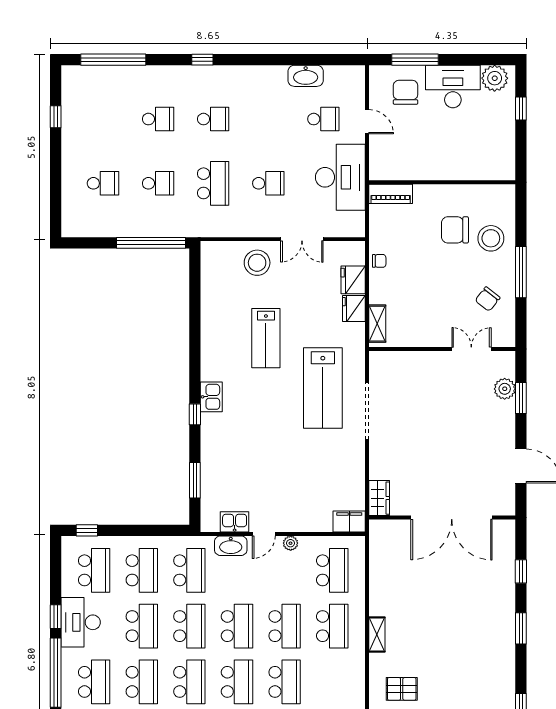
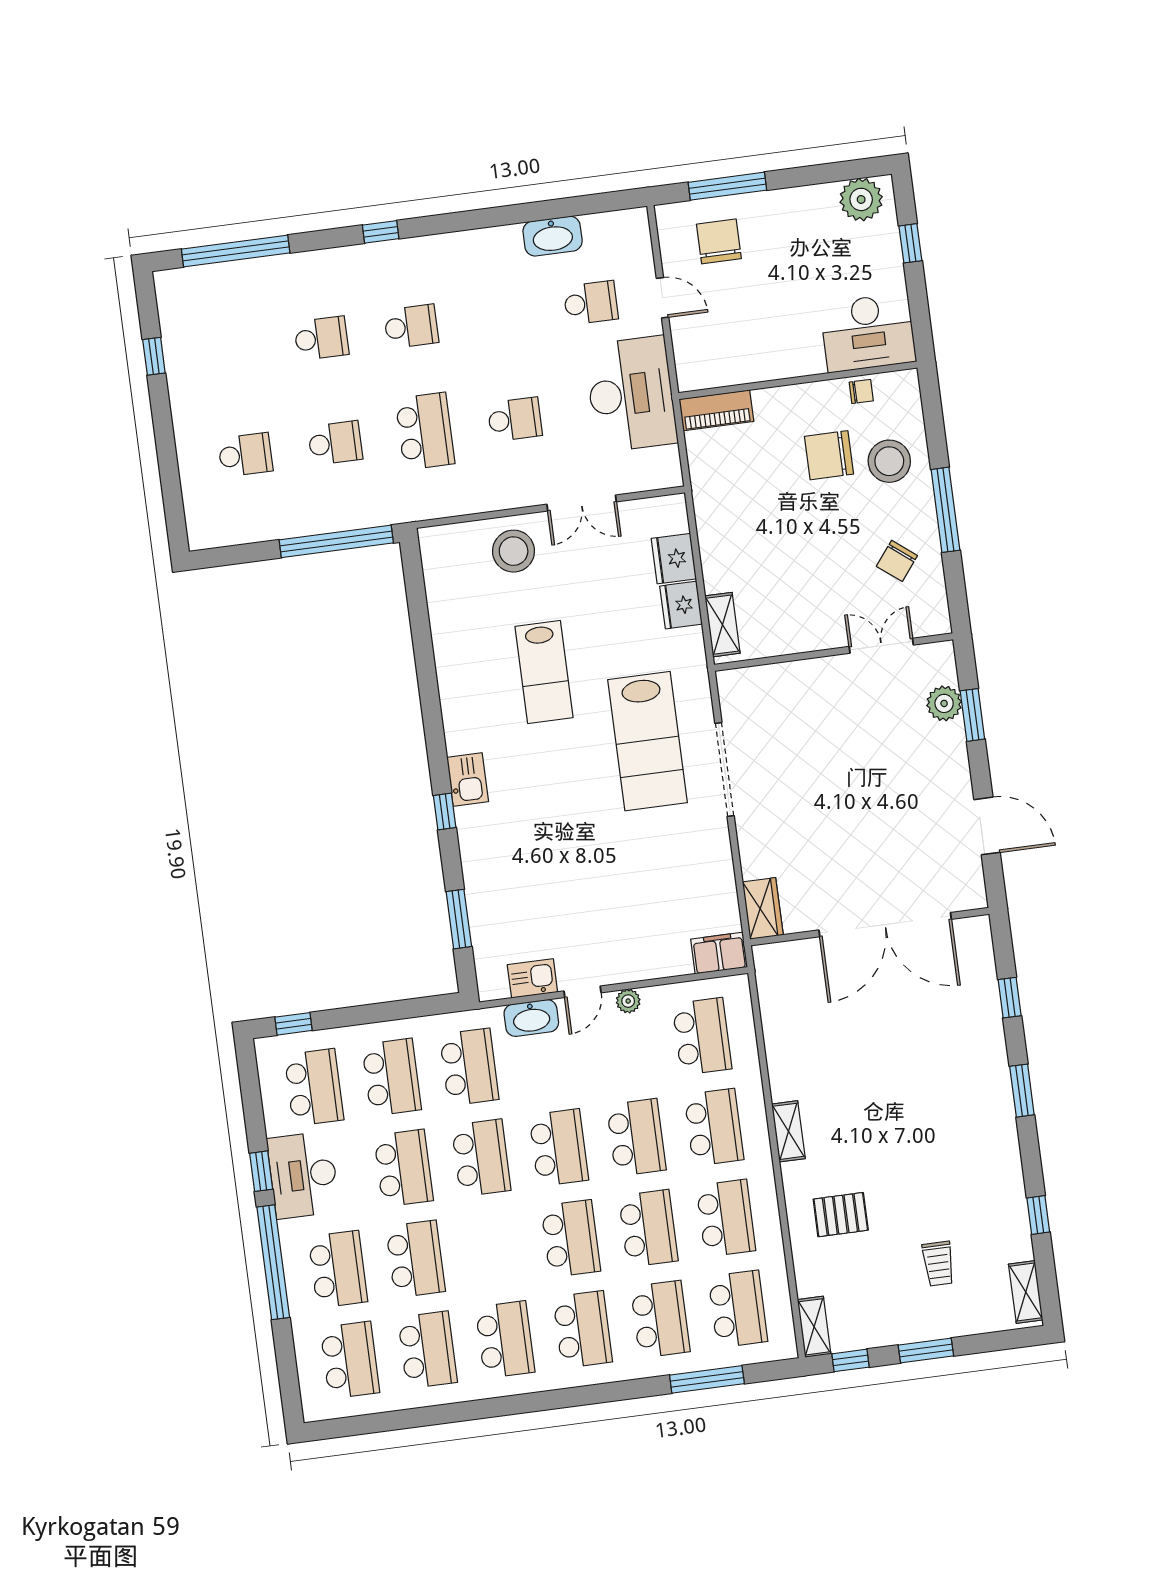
desk: (453, 86) -> (868, 333), moved, turned 180
chair: (379, 261) -> (861, 392), moved
school desk: (189, 682) -> (726, 1218), moved

